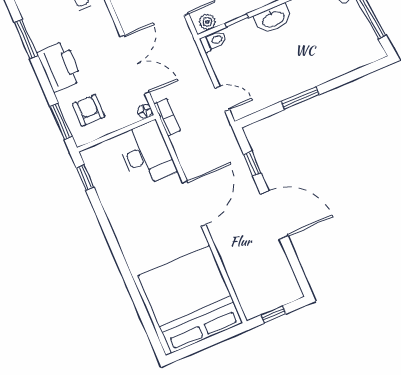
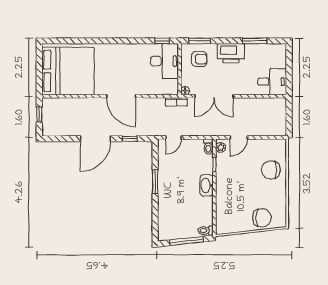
desk: (146, 154) -> (164, 61), moved, turned -90

